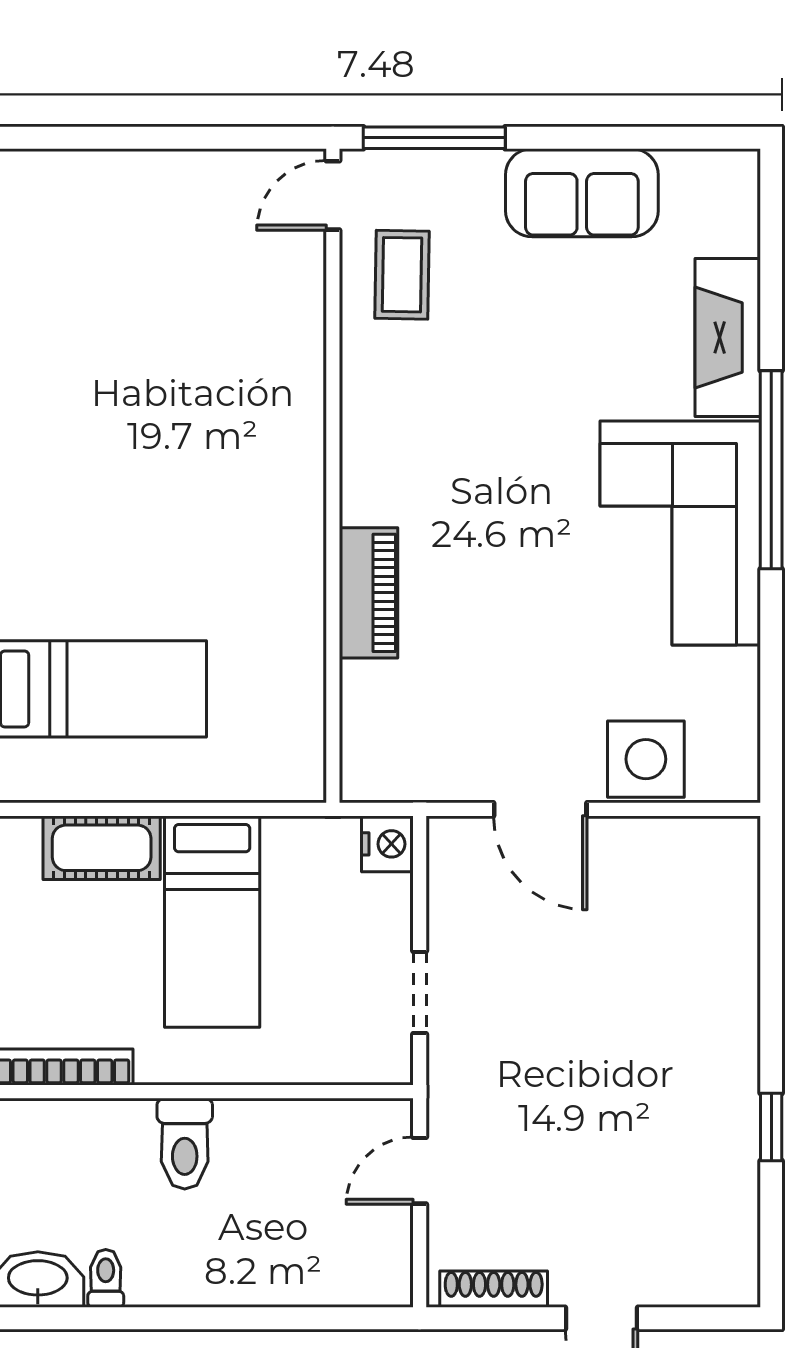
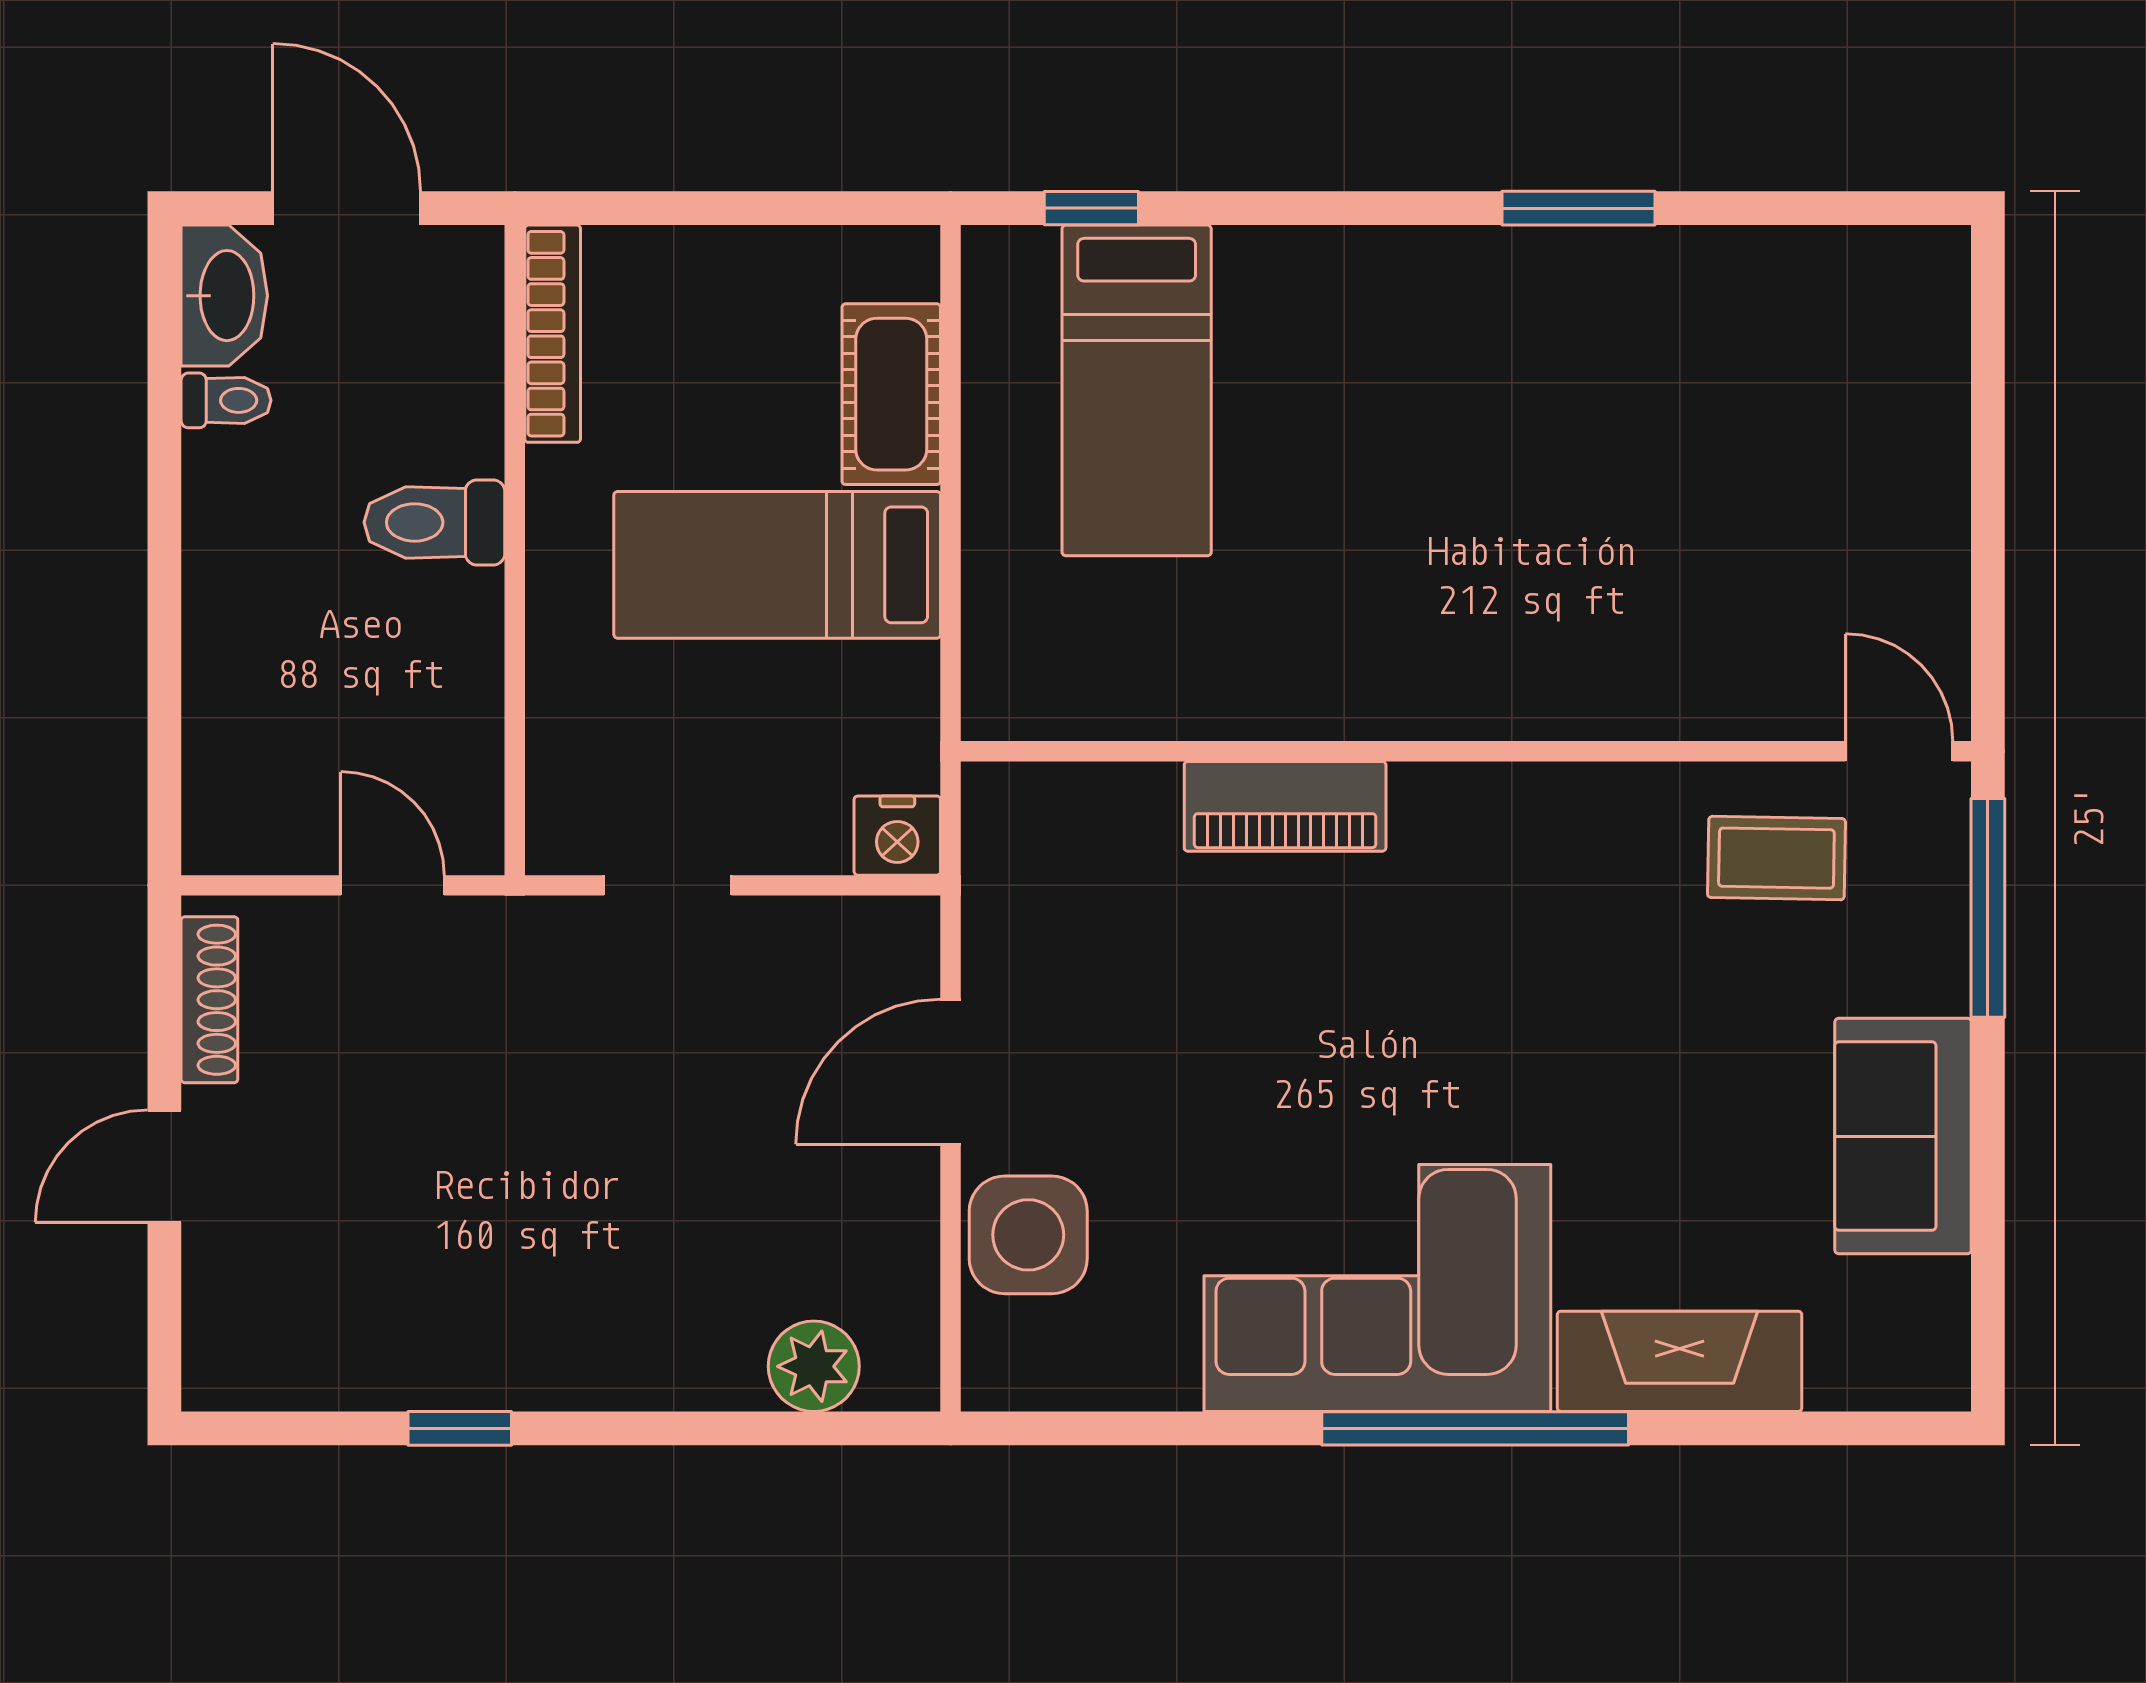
plant: (731, 898) -> (814, 1366), added

